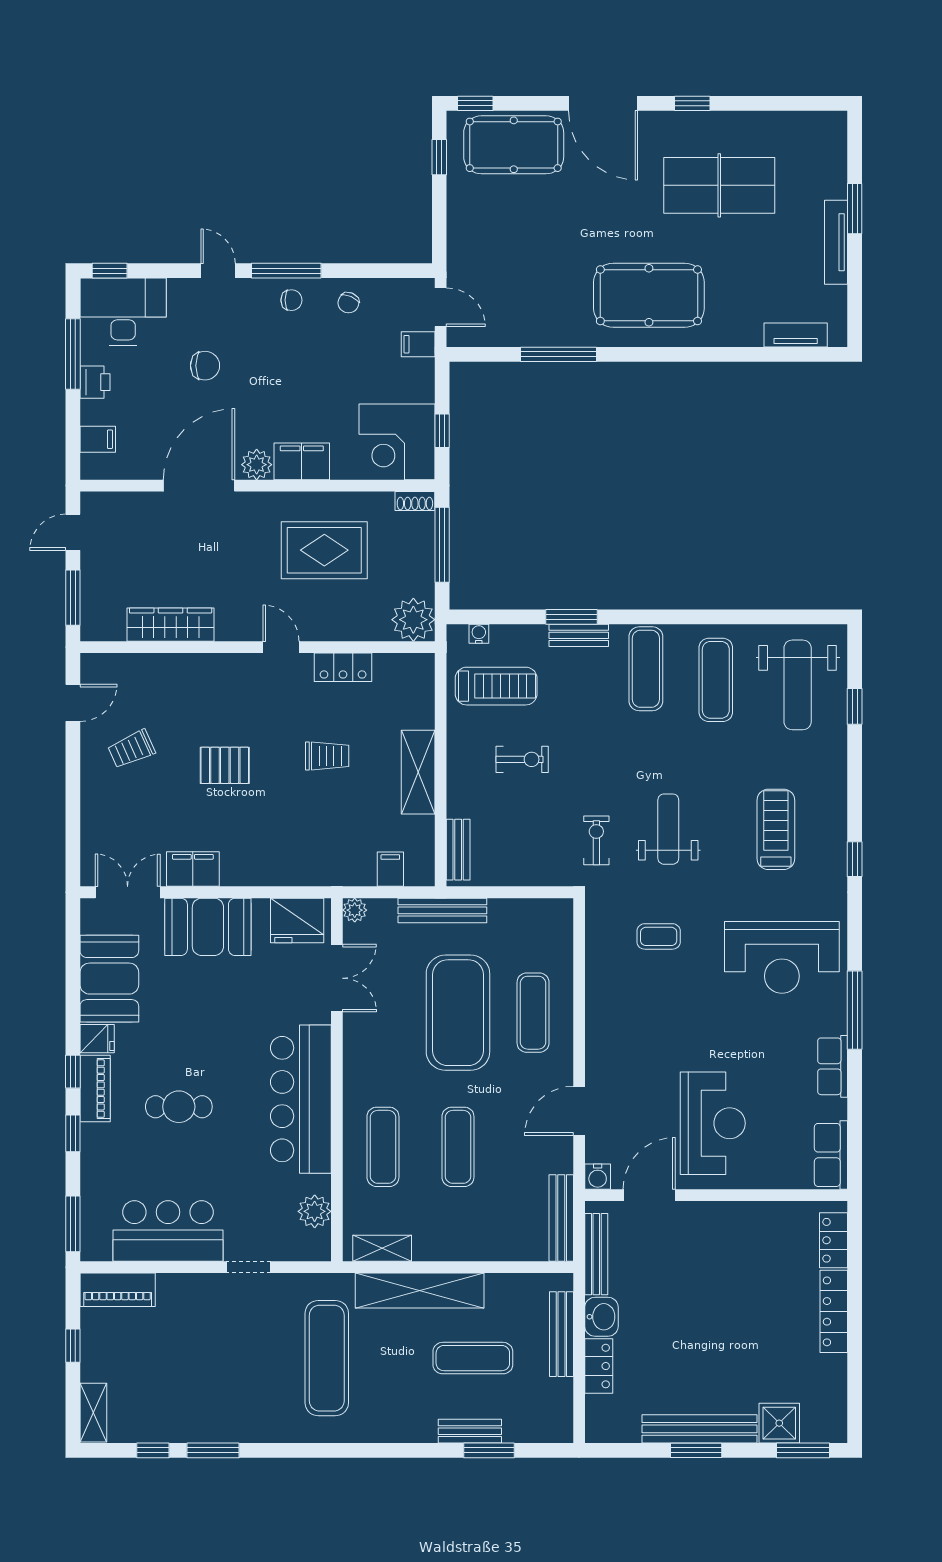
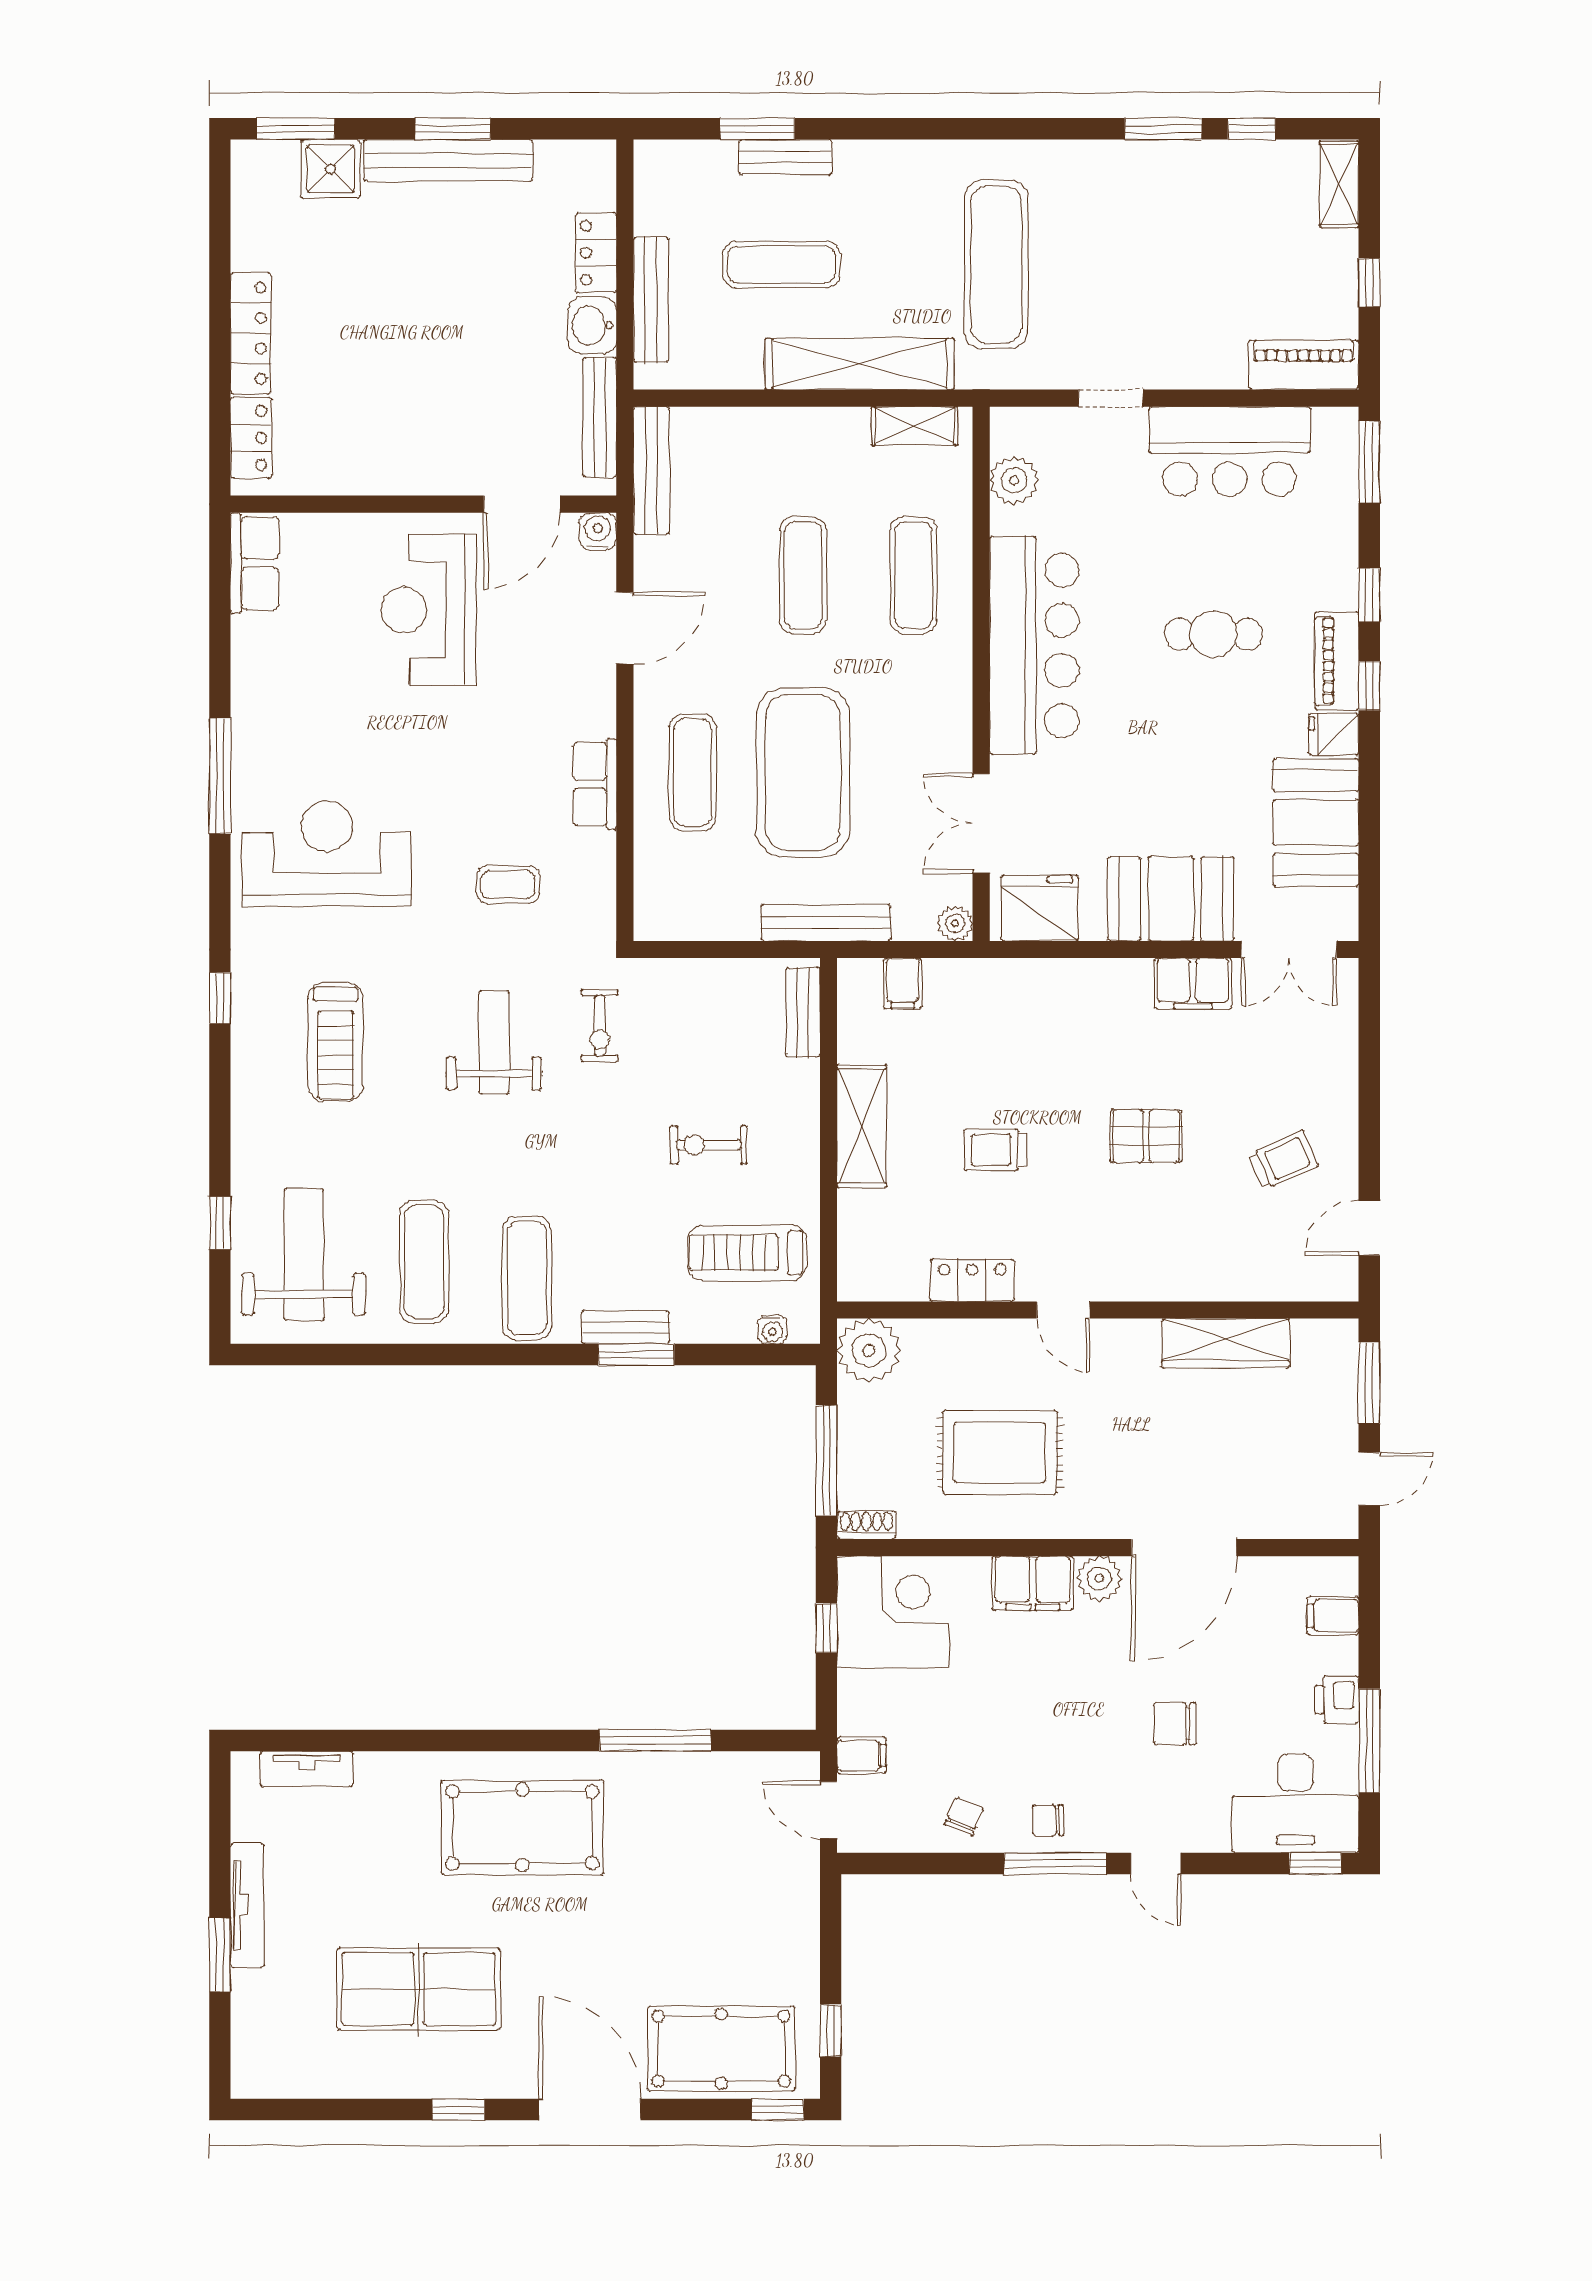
weight bench: (668, 829) -> (494, 1042), turned 180
row of seats: (833, 1066) -> (595, 784), moved, turned 180

